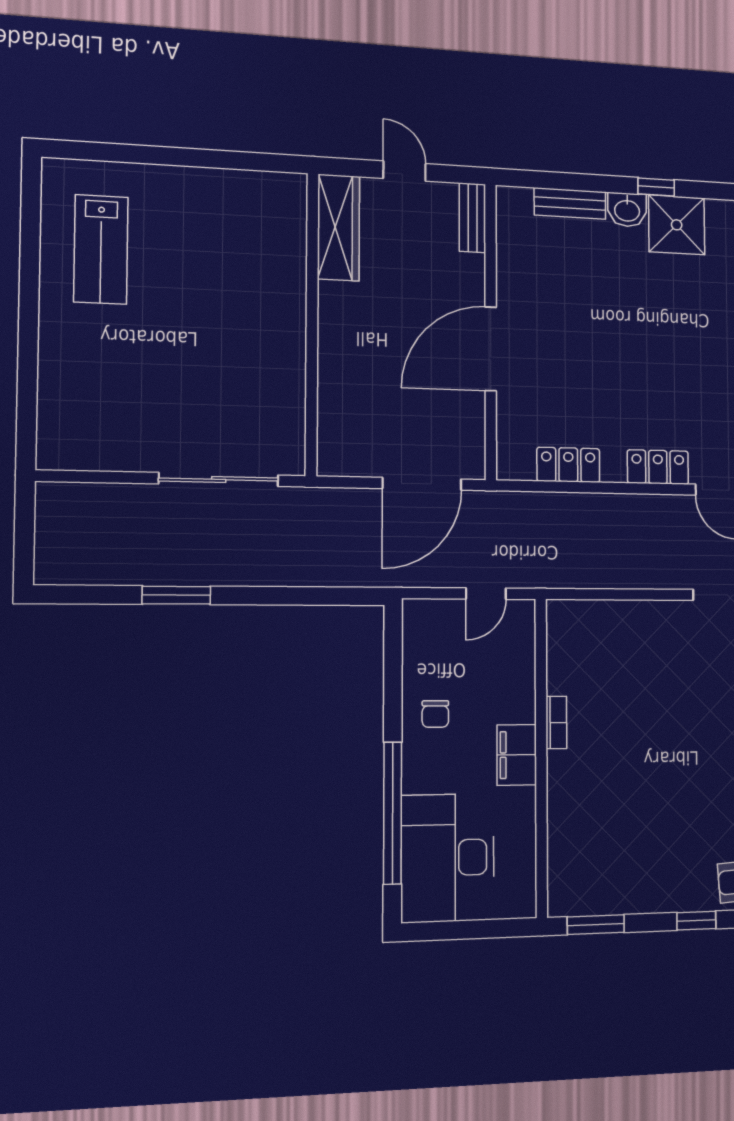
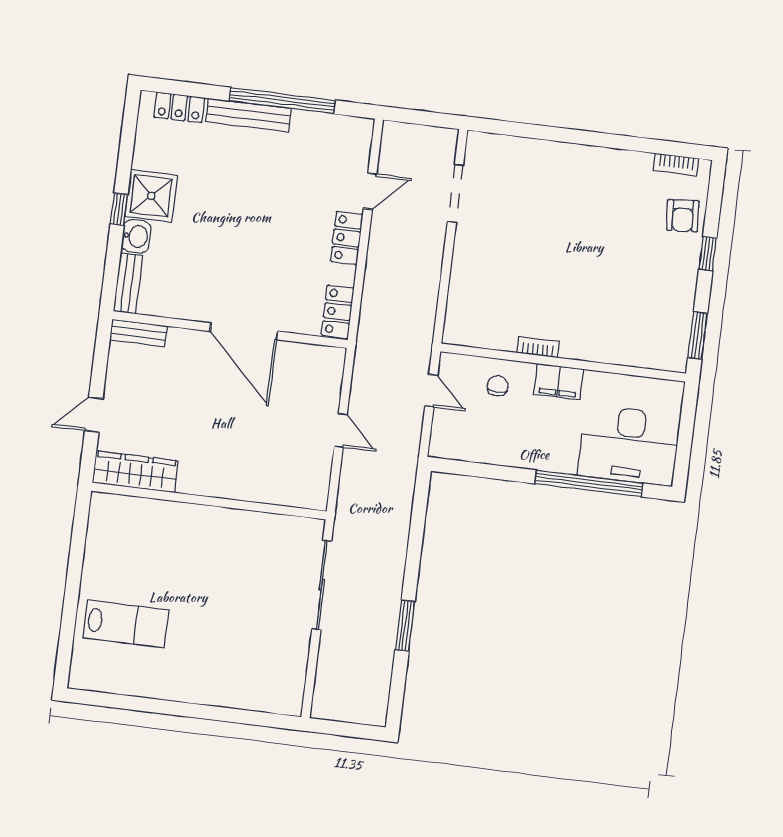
bench: (472, 218) -> (138, 333), moved
lab bench: (101, 249) -> (126, 624), moved
wall: (491, 331) -> (230, 330), moved
door: (491, 349) -> (244, 331), moved
door: (422, 484) -> (341, 430), width x0.53
chair: (435, 714) -> (498, 386), moved, turned -90

